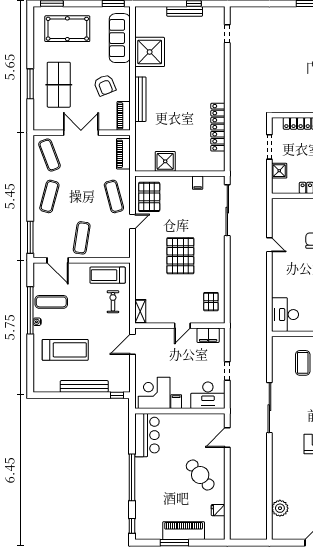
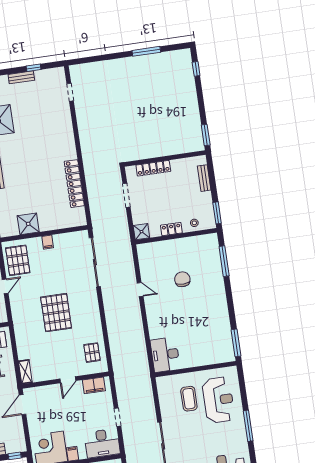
bench: (185, 11) -> (21, 77), width x0.73
shower: (279, 171) -> (141, 232), moved
filing cabinet: (198, 183) -> (48, 242), moved

